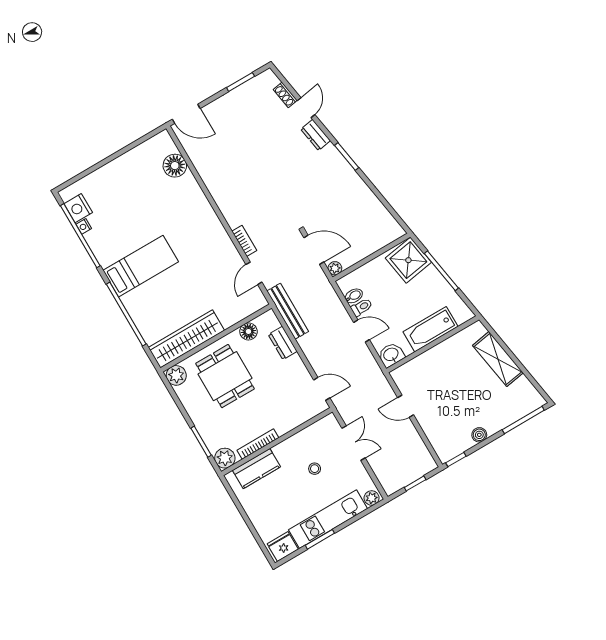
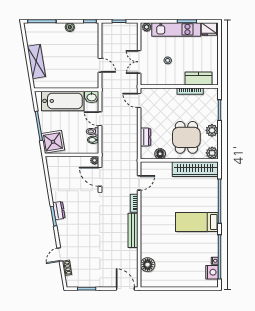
dresser: (316, 135) -> (59, 210), moved
bench: (288, 311) -> (133, 230), moved
bathtub: (431, 329) -> (63, 101), width x1.36, depth x1.36
plant: (225, 458) -> (212, 130), moved

